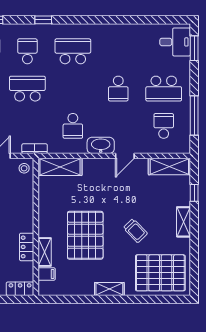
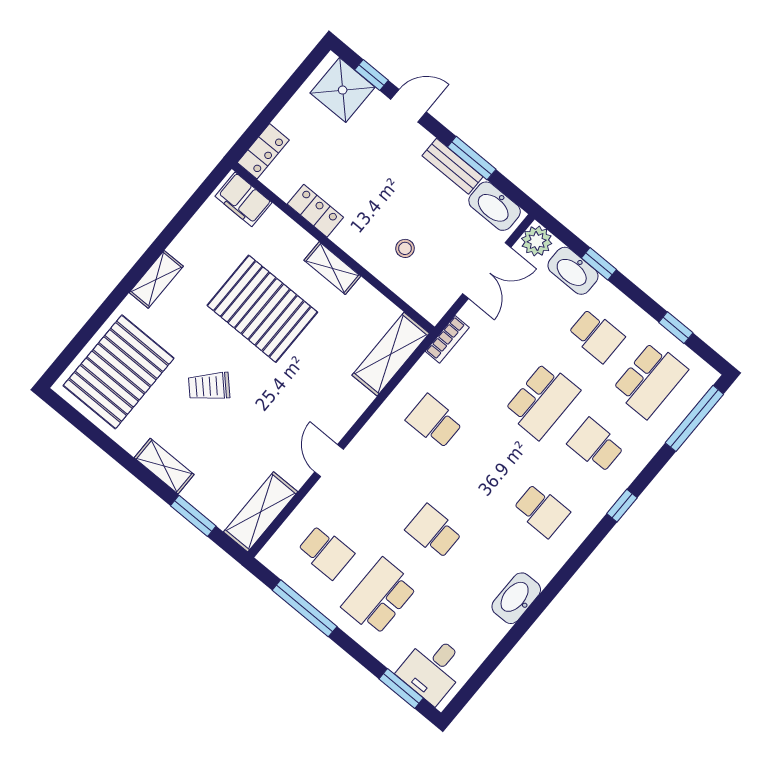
school desk: (27, 51) -> (596, 445), turned 180
school desk: (73, 51) -> (542, 511), width x0.54
washbasin: (101, 145) -> (516, 598), moved, turned 180
stool: (24, 168) -> (405, 248), moved
window: (194, 193) -> (193, 516), width x1.50
shelving: (45, 252) -> (332, 268), moved
filing cabinet: (47, 274) -> (243, 199), width x2.00

